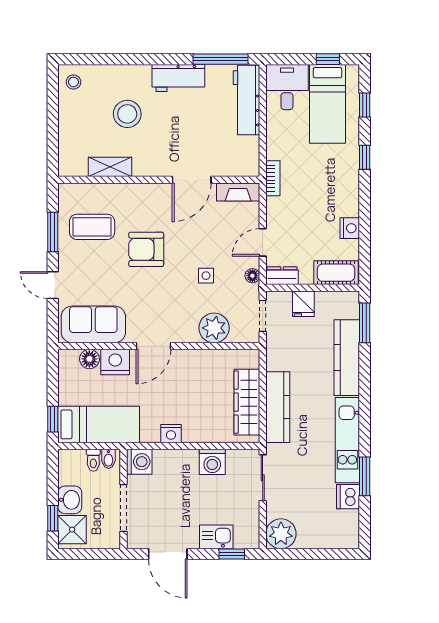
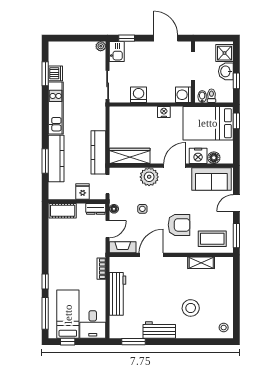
window: (221, 59) -> (133, 342), width x0.69
workbench: (246, 100) -> (118, 294), moved
window: (365, 105) -> (45, 313), width x2.17
shelving: (110, 167) -> (201, 263), moved
wall: (159, 180) -> (171, 255), moved
door: (192, 180) -> (151, 255), moved
fireplace: (238, 192) -> (123, 247), moved
nightstand: (350, 228) -> (54, 238), removed
door: (53, 285) -> (236, 203), swing flipped
window: (365, 323) -> (45, 161), moved
plant: (214, 328) -> (149, 177), moved
wardrobe: (247, 402) -> (130, 156), moved, turned -90
kitchen counter: (278, 407) -> (98, 152), moved
bed: (99, 424) -> (208, 123), width x1.50
window: (365, 476) -> (45, 74), moved
window: (53, 518) -> (236, 81), moved
plant: (281, 534) -> (101, 46), width x0.53, depth x0.53
kitchen sink: (216, 537) -> (117, 51), moved, turned -90

